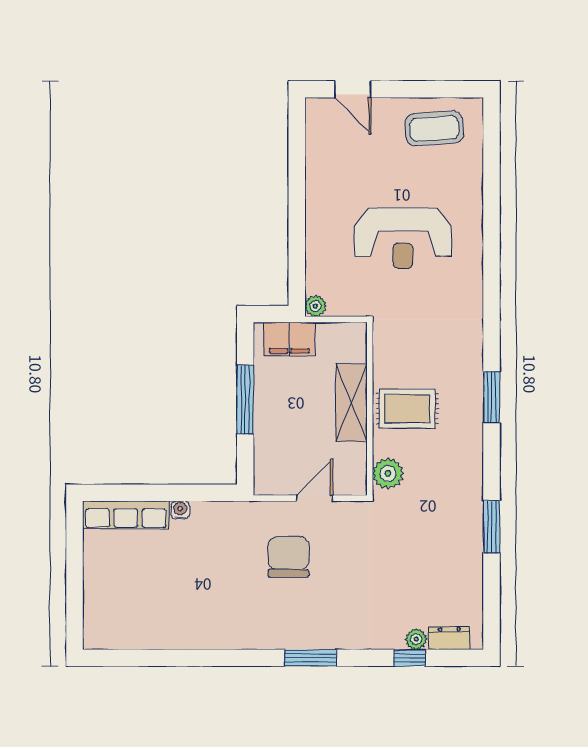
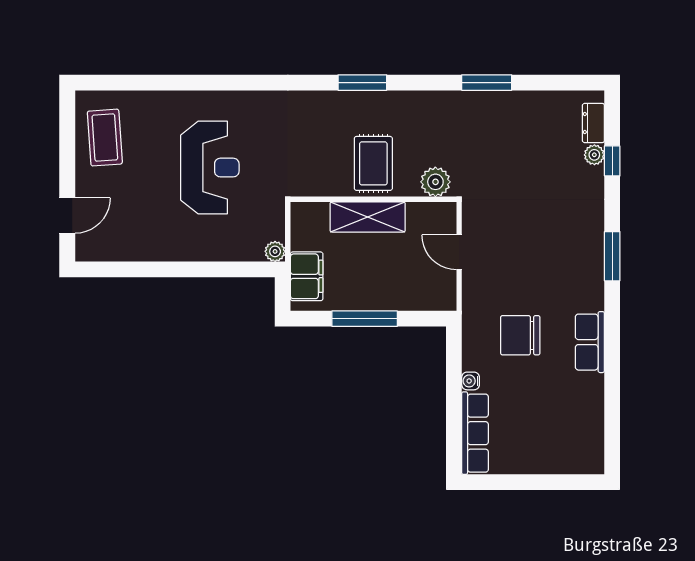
chair: (289, 557) -> (520, 335), moved
row of seats: (221, 635) -> (590, 342), added

